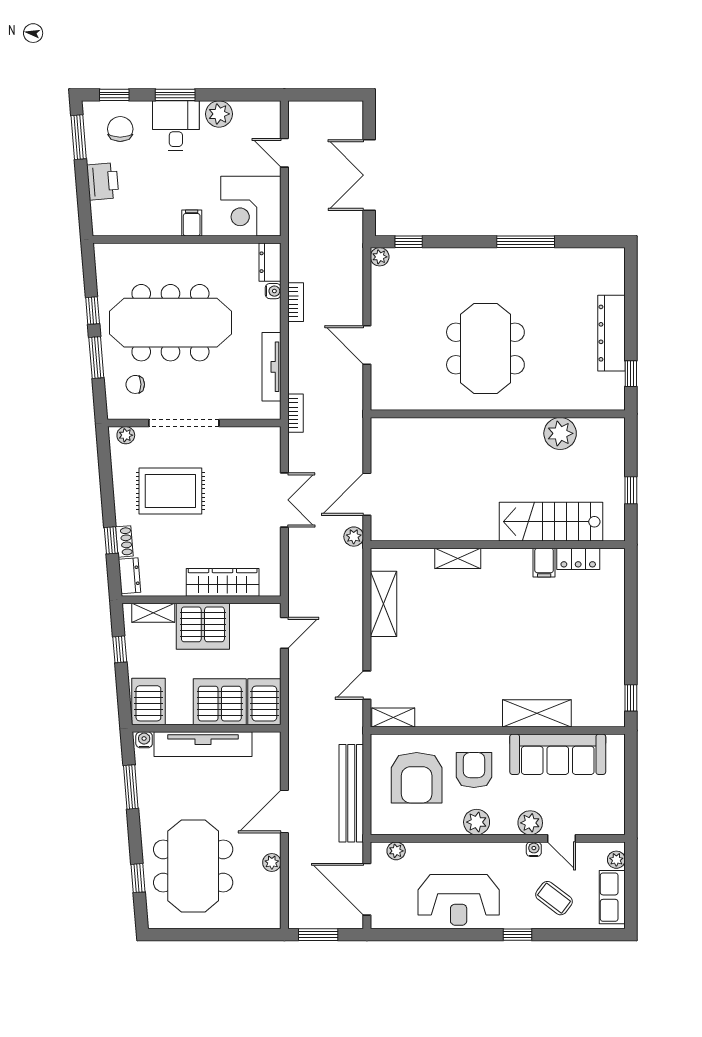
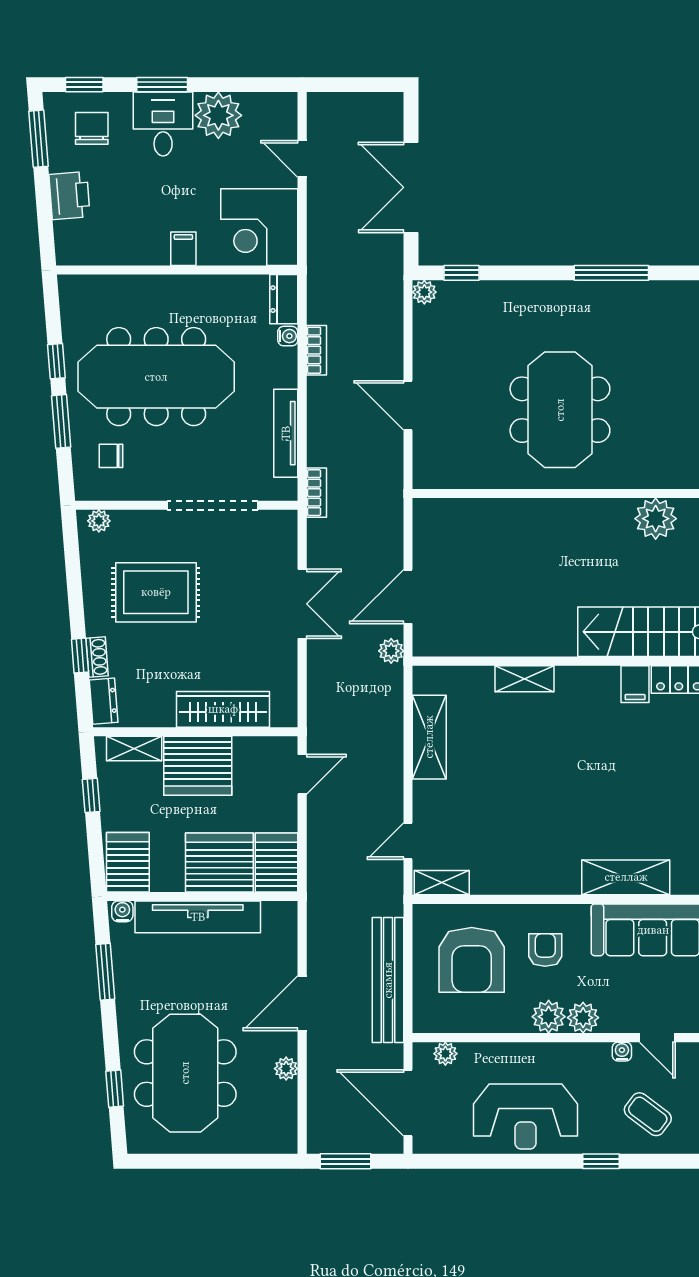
plant: (219, 114) -> (218, 115), width x1.36, depth x1.36
doorway: (184, 423) -> (213, 505), moved
armchair: (474, 770) -> (545, 950), width x0.72, depth x0.72
plant: (530, 823) -> (583, 1018), moved

